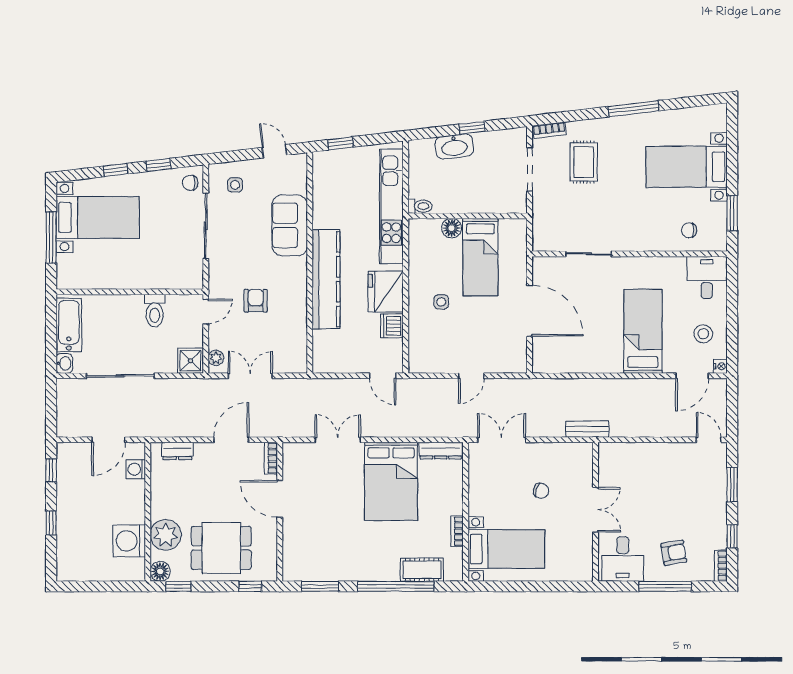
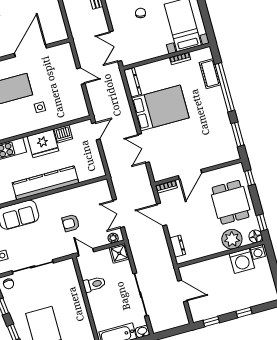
washing machine: (136, 469) -> (258, 252), moved

